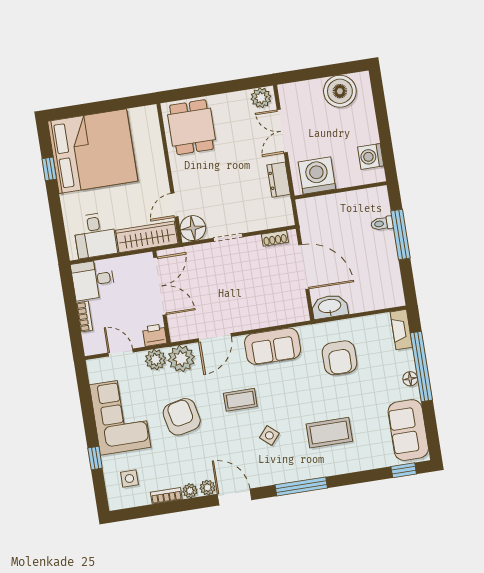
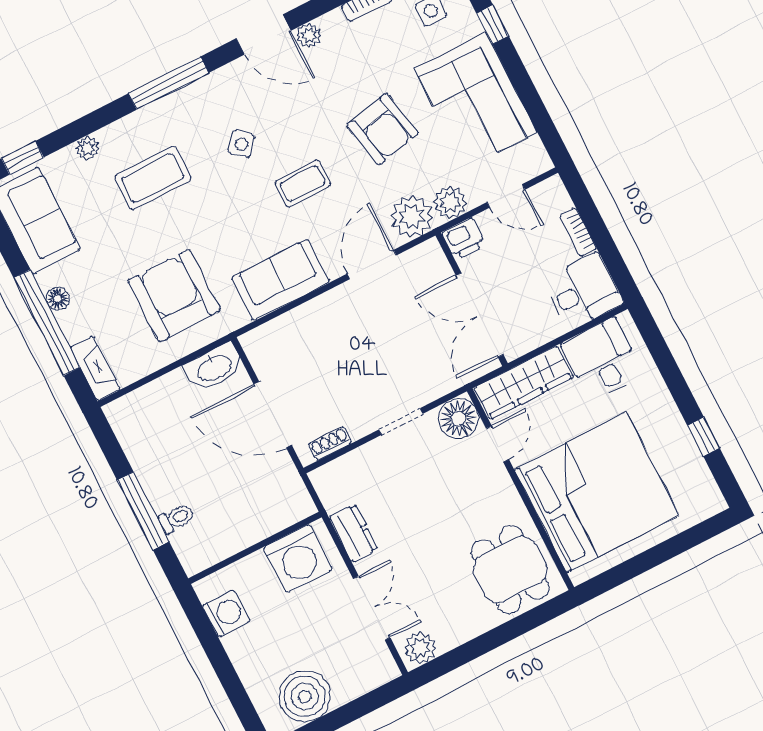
bed: (93, 151) -> (597, 493), moved, turned 180
armchair: (340, 358) -> (174, 295), width x1.36, depth x1.36
plant: (190, 491) -> (87, 148), moved

